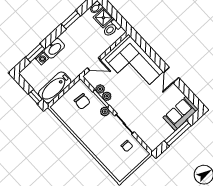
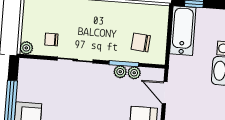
door: (94, 64) -> (165, 93), hinge flipped
plant: (105, 112) -> (26, 48), moved

